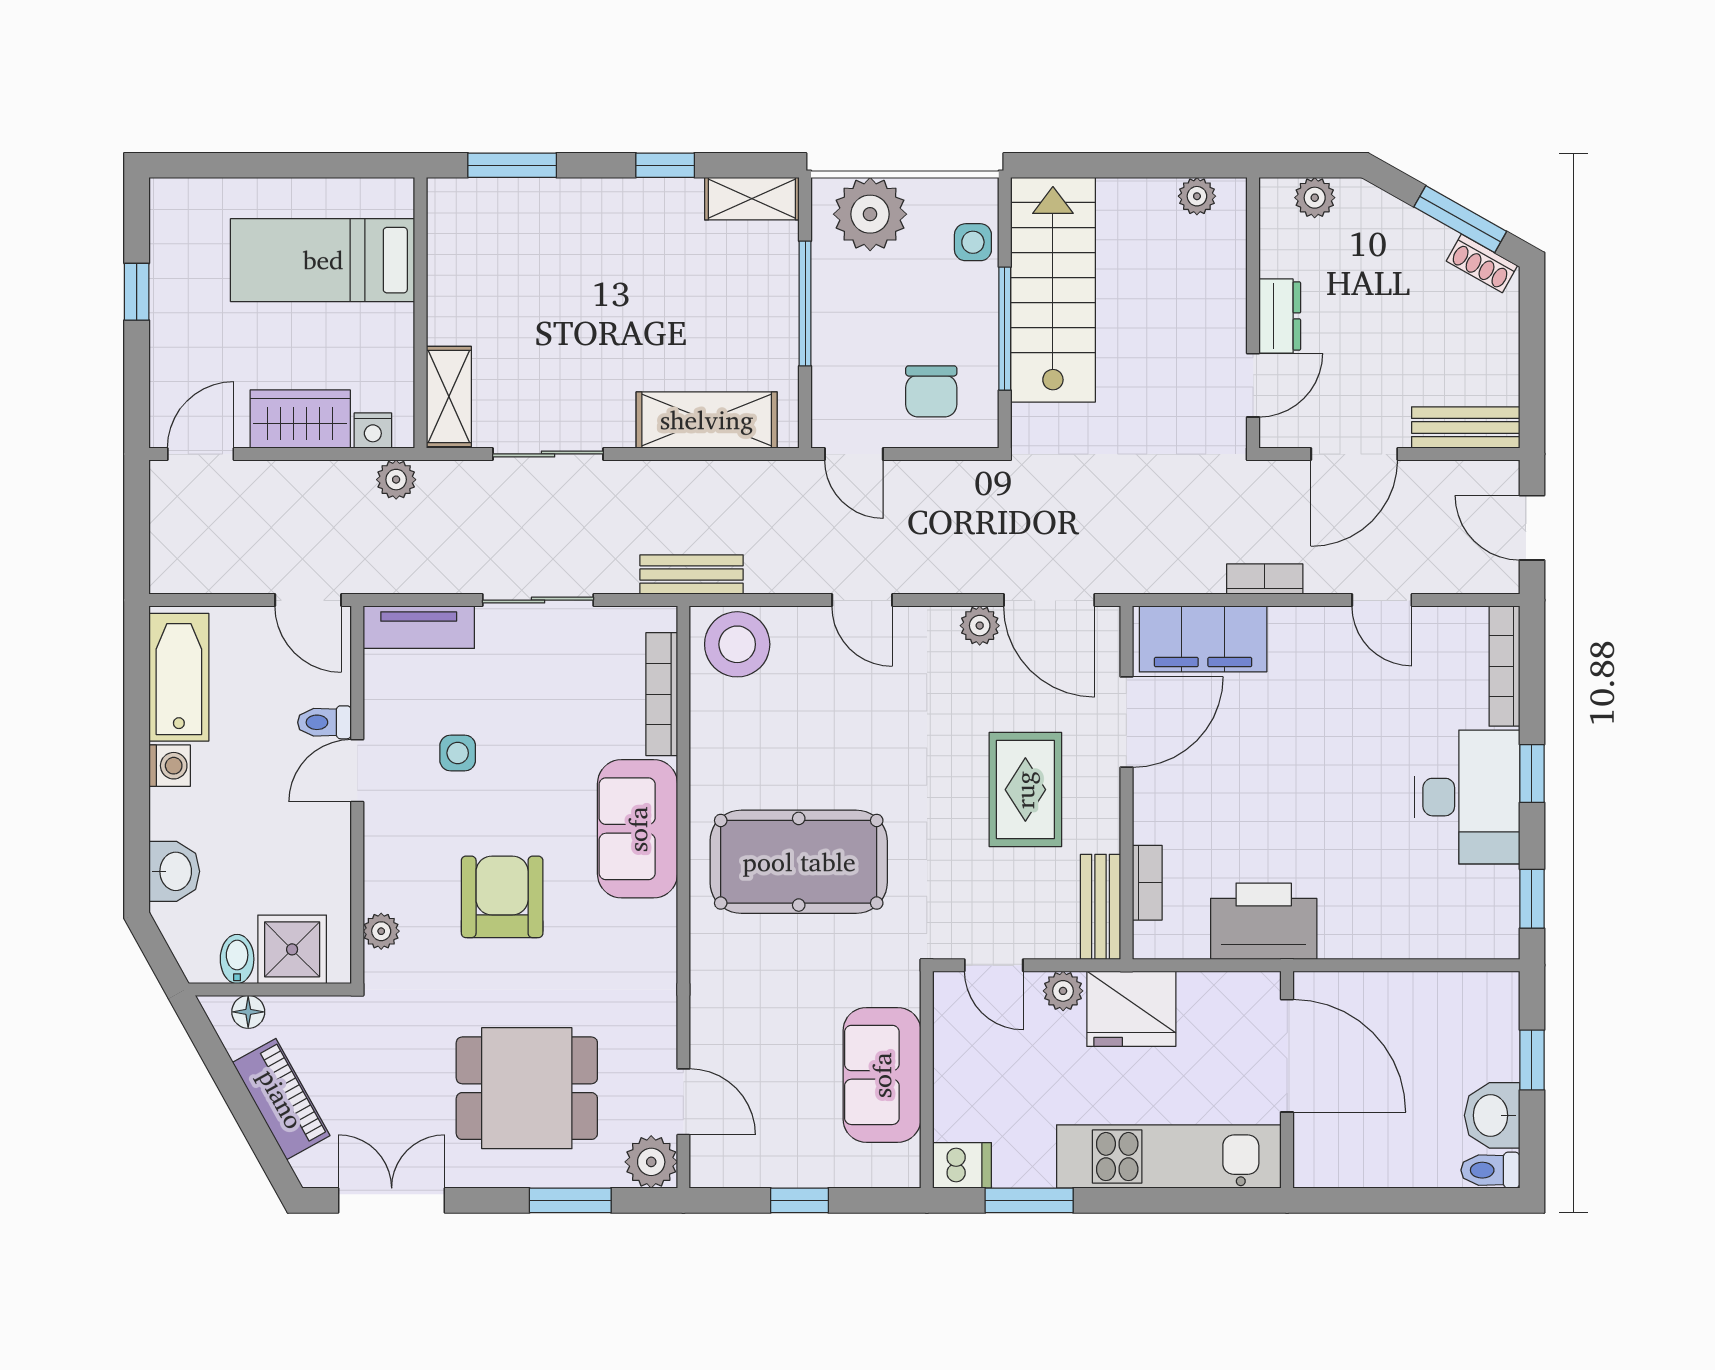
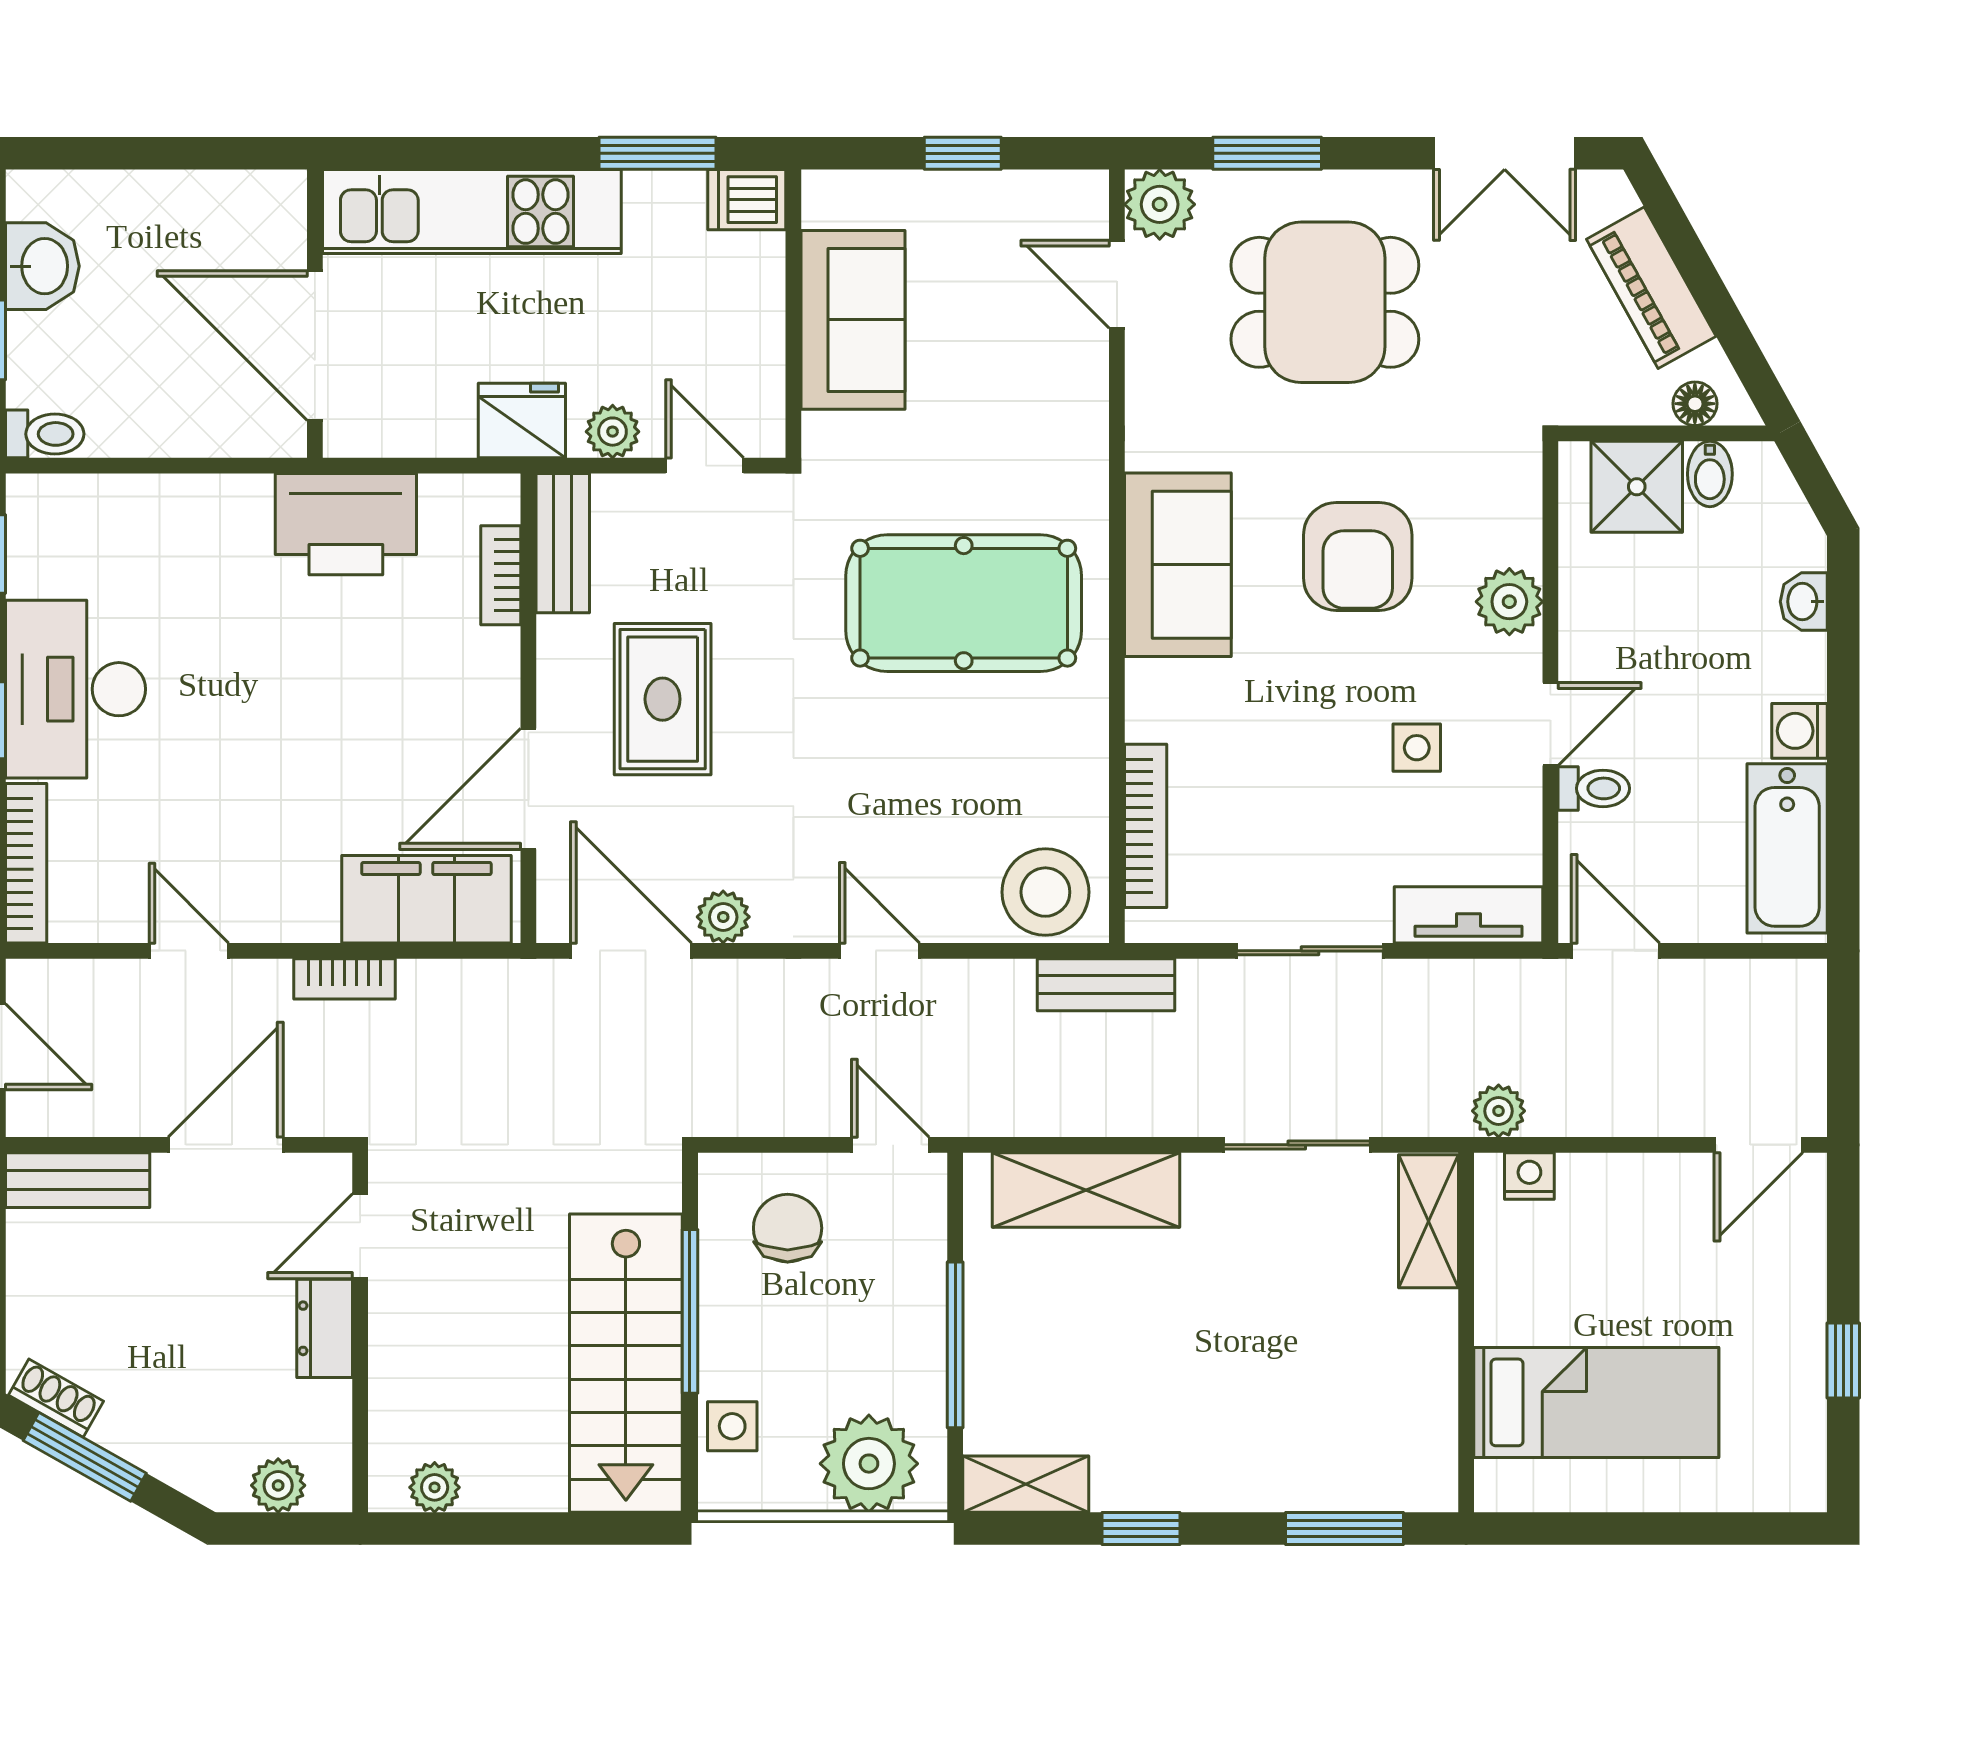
wardrobe: (300, 419) -> (1626, 1191), removed
sofa: (638, 829) -> (1178, 565), moved
washbasin: (174, 871) -> (1804, 602), width x0.72, depth x0.69
plant: (381, 931) -> (1509, 602), moved, width x1.38, depth x1.38
fridge: (1131, 1009) -> (522, 421), width x0.73, depth x0.75
toilet: (1490, 1170) -> (45, 434), moved

